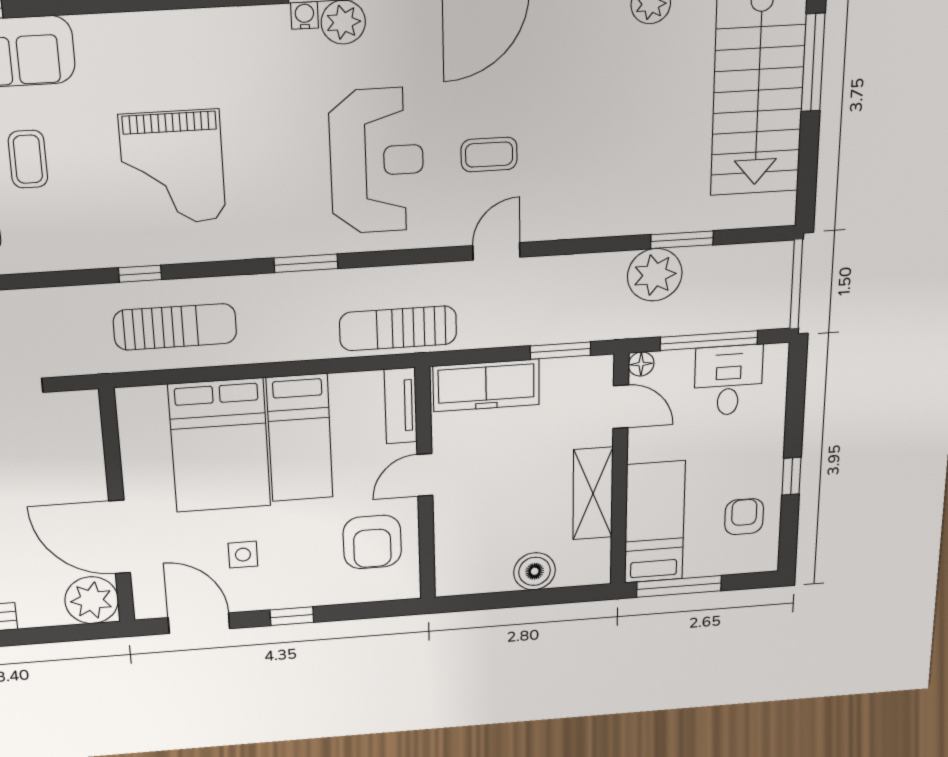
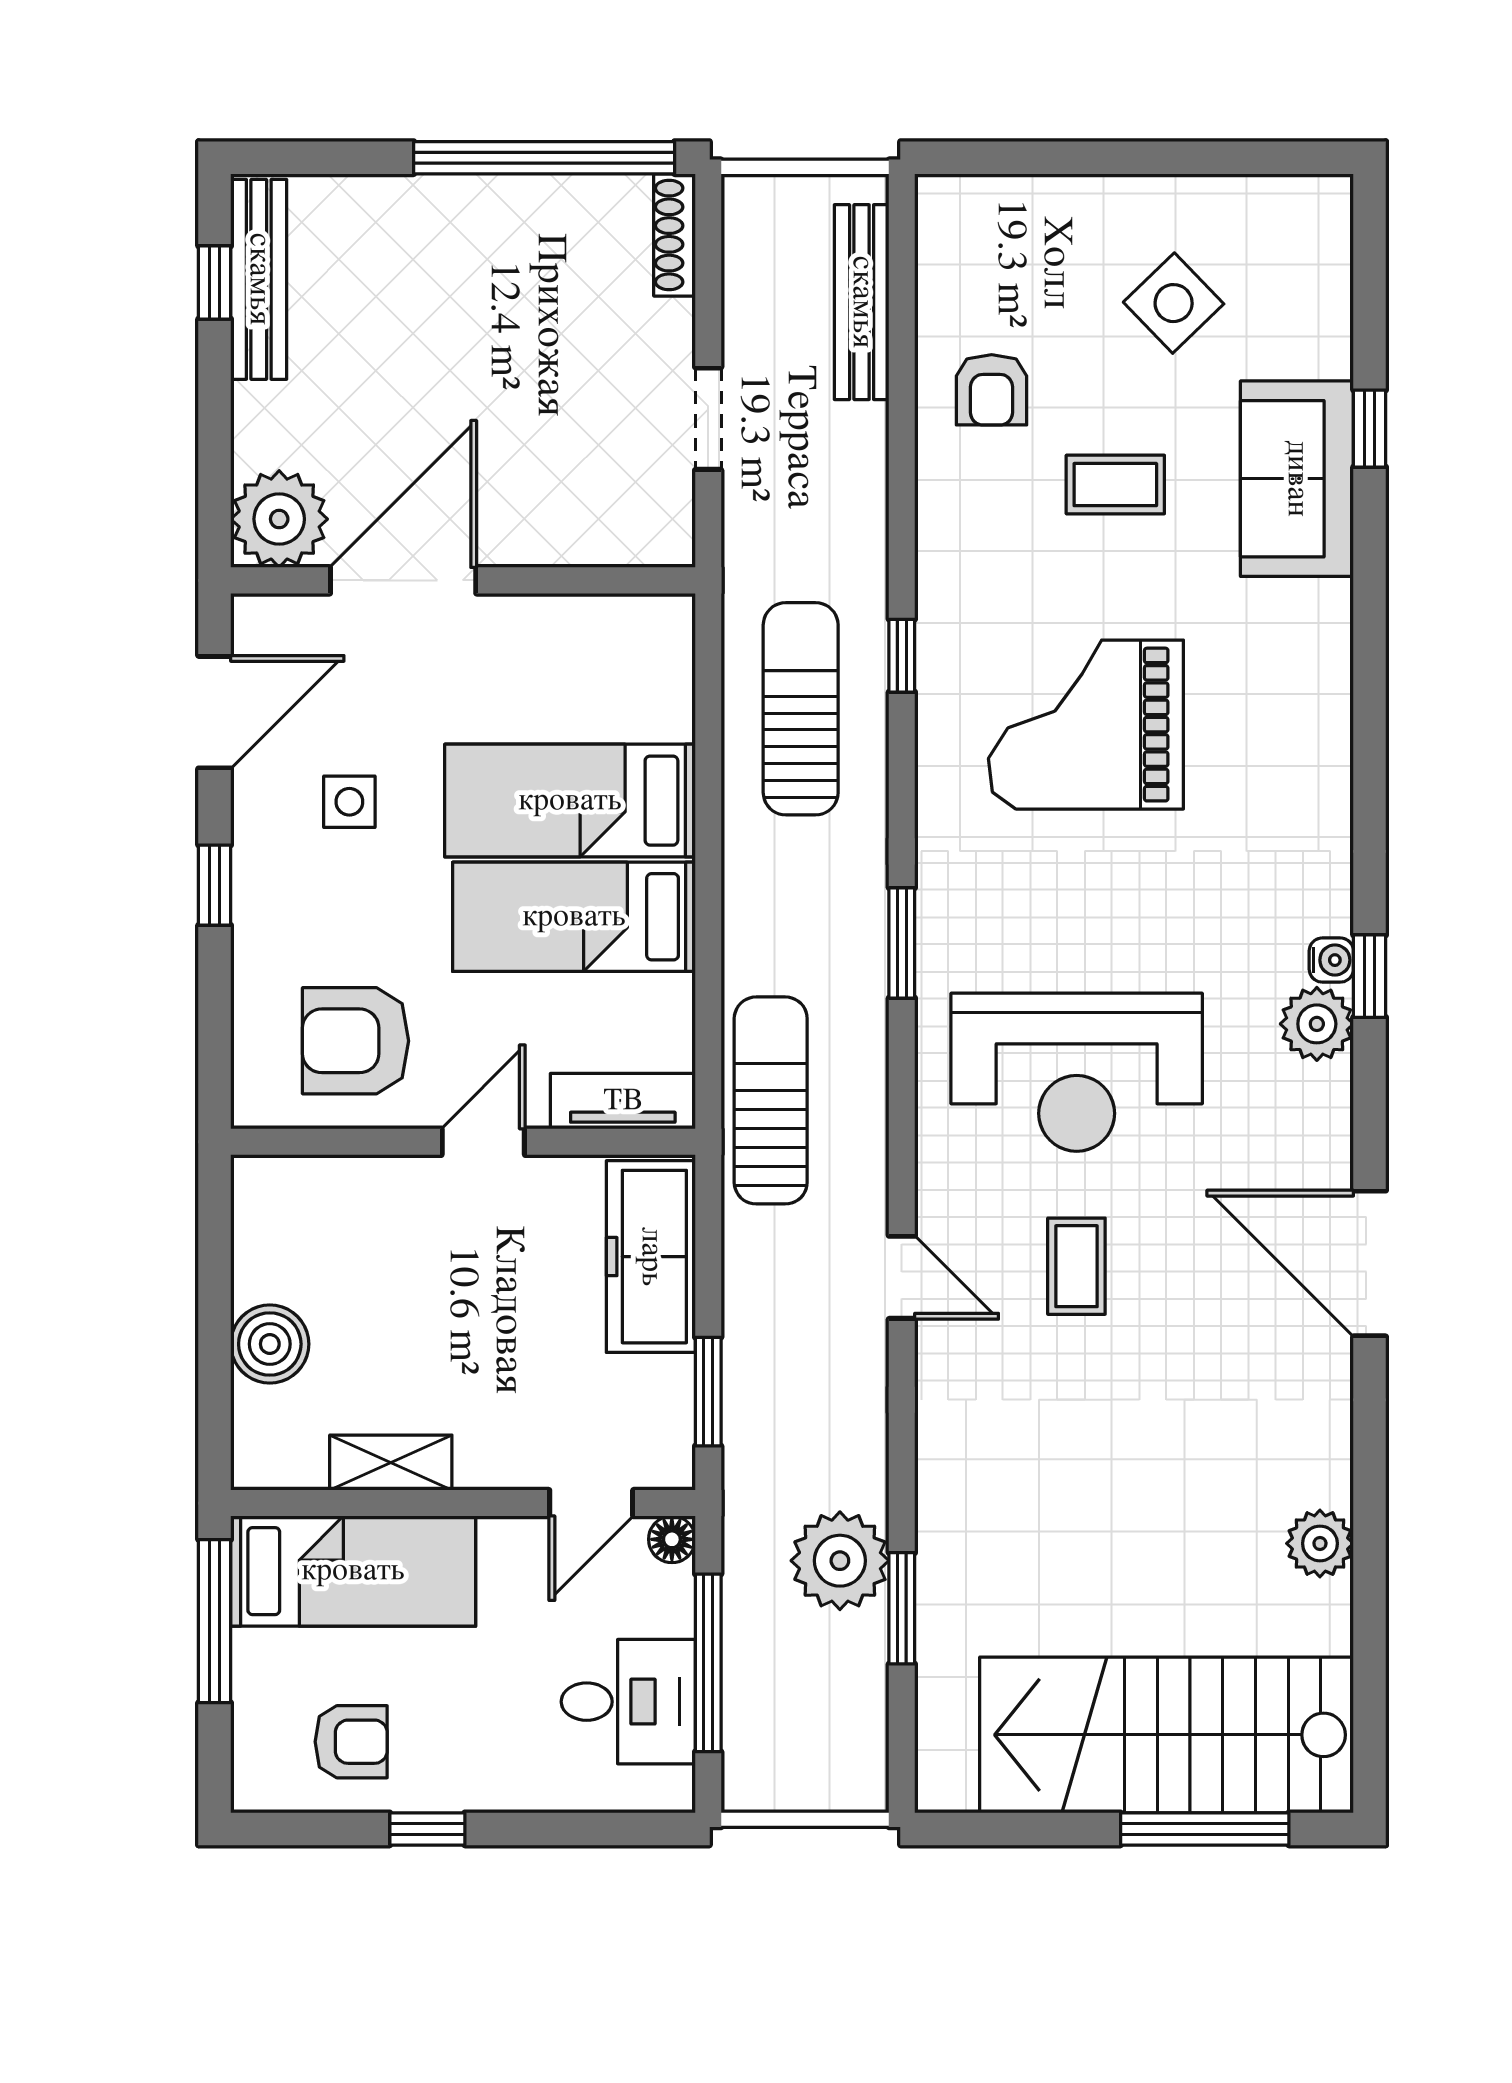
sun lounger: (175, 327) -> (801, 709), turned 180
bed: (220, 445) -> (570, 801), width x0.67
door: (425, 475) -> (483, 1142), hinge flipped
shelving: (593, 494) -> (391, 1463), width x0.67, depth x0.75

